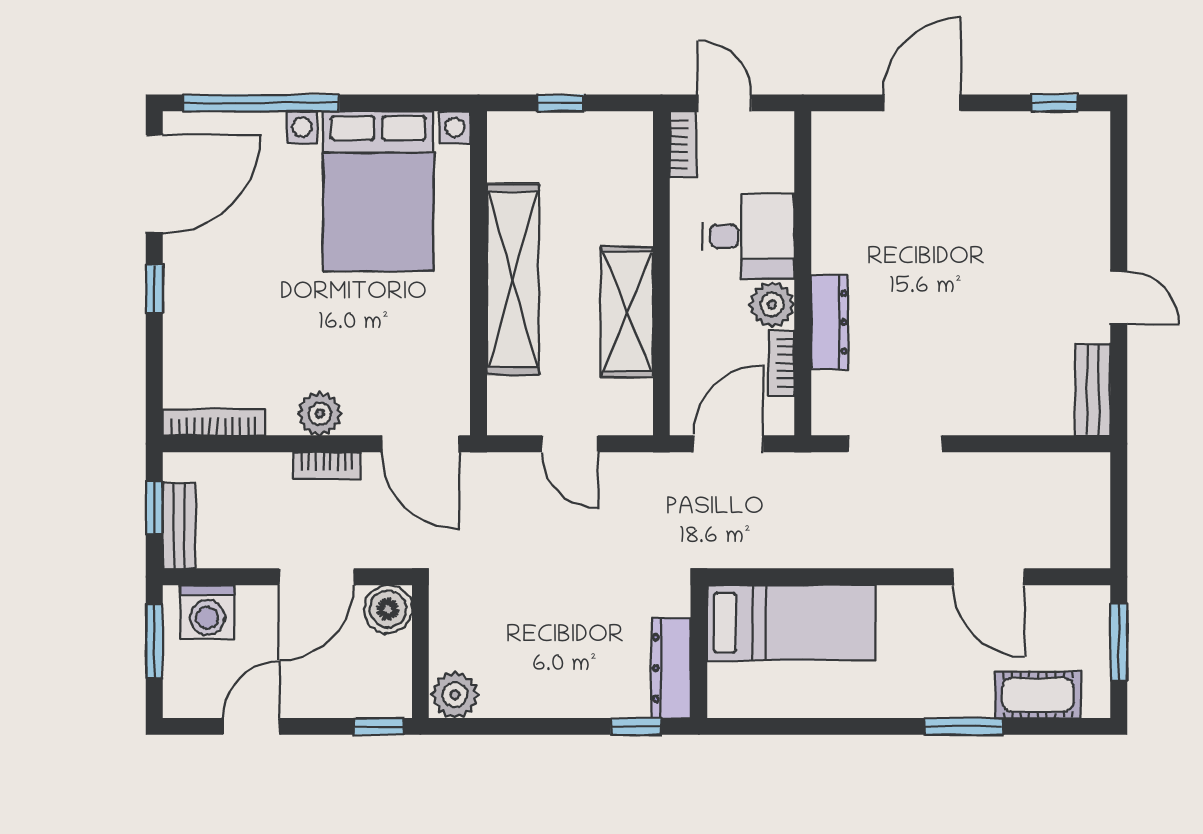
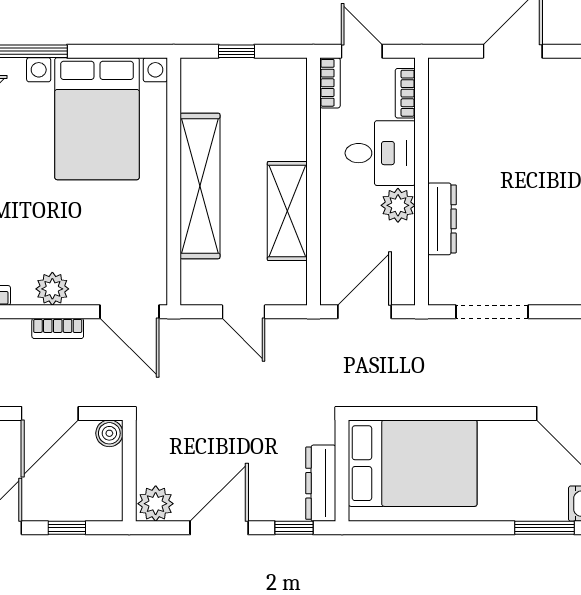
bookcase: (781, 363) -> (405, 93), moved
boiler: (388, 609) -> (109, 433), width x0.73, depth x0.73
bed: (791, 623) -> (413, 463), width x1.50
window: (379, 726) -> (67, 528), moved
door: (538, 726) -> (219, 528), added

